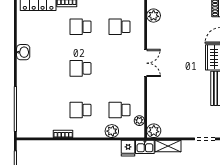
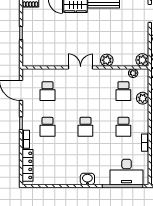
plant: (154, 16) -> (107, 60), moved
washbasin: (23, 52) -> (87, 179), moved
desk: (31, 113) -> (127, 172), added

